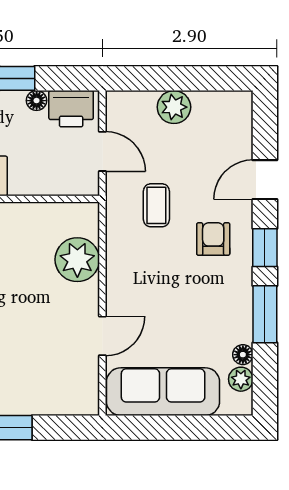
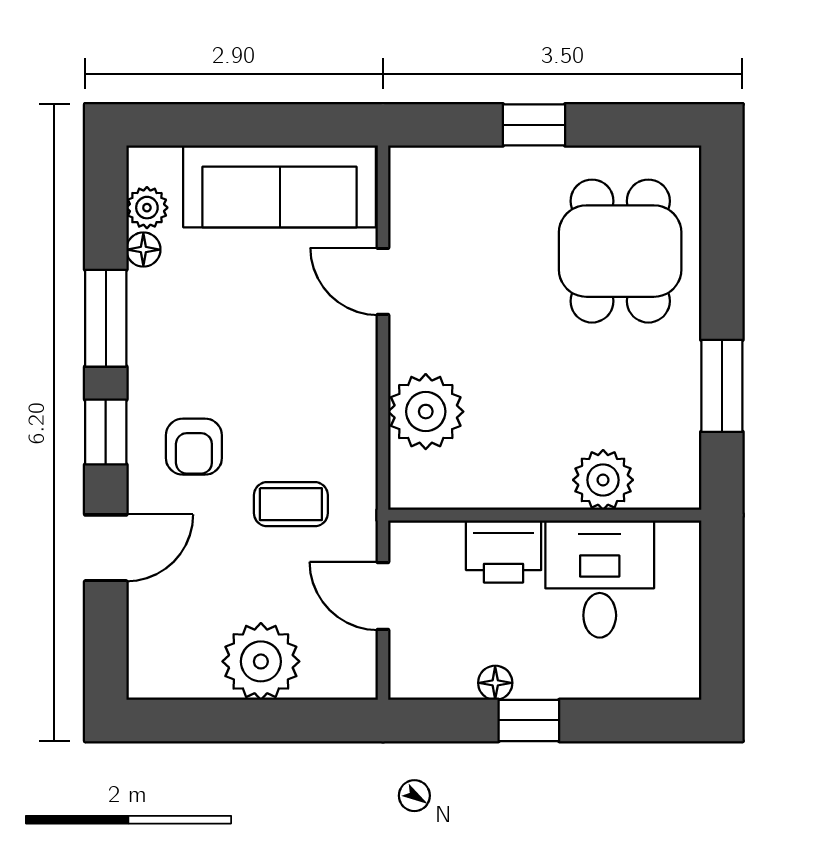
plant: (174, 107) -> (261, 661), width x1.36, depth x1.36
printer: (71, 109) -> (504, 551), moved, turned 180
coffee table: (156, 205) -> (291, 504), turned 90
door: (102, 336) -> (383, 281), hinge flipped

